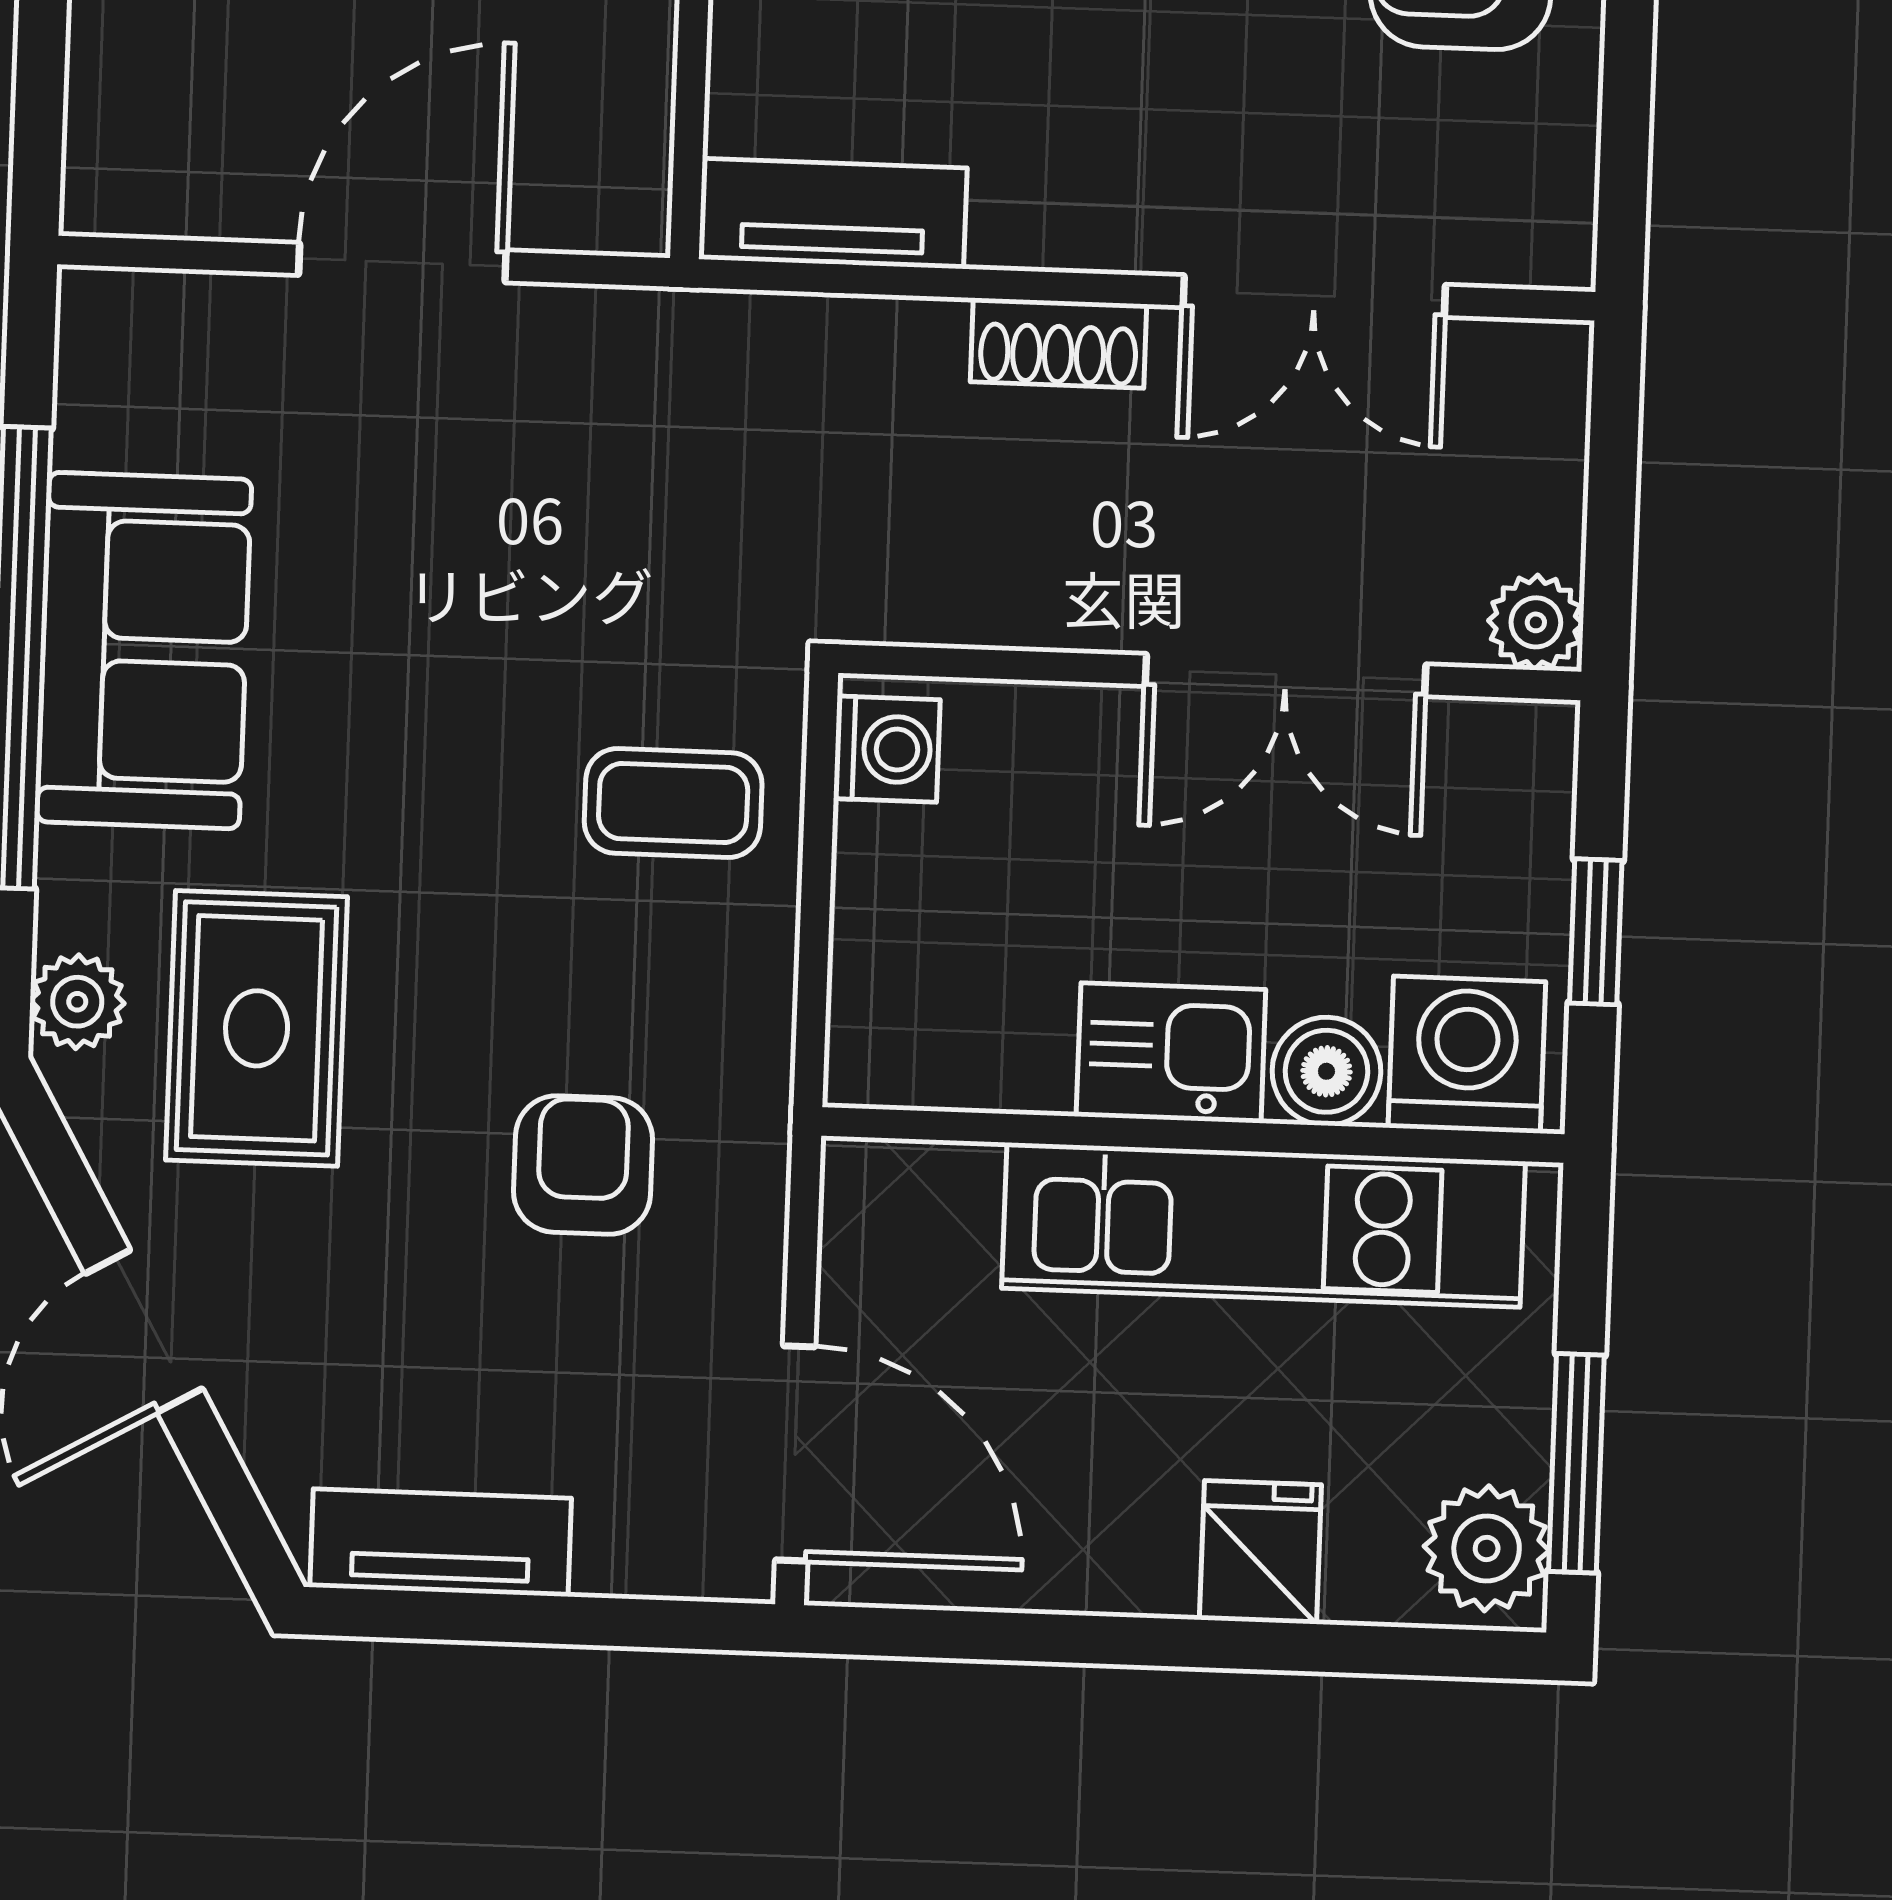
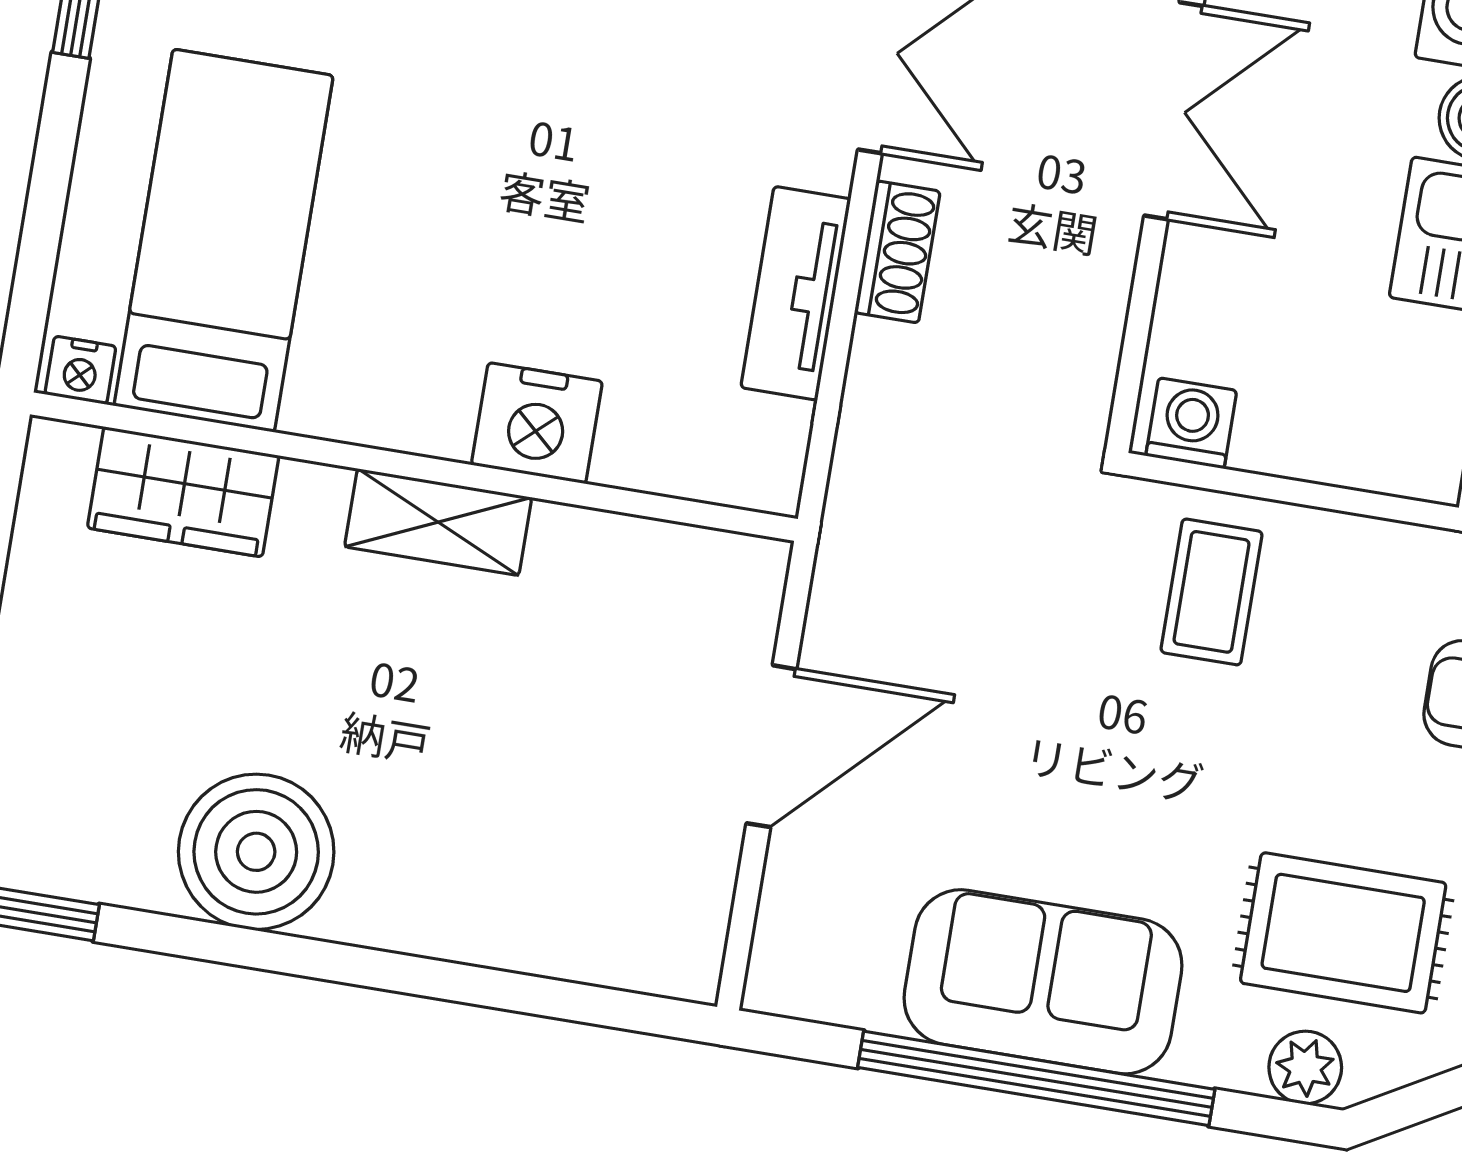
tv unit: (833, 214) -> (796, 293), moved
door: (402, 263) -> (771, 746), swing flipped

